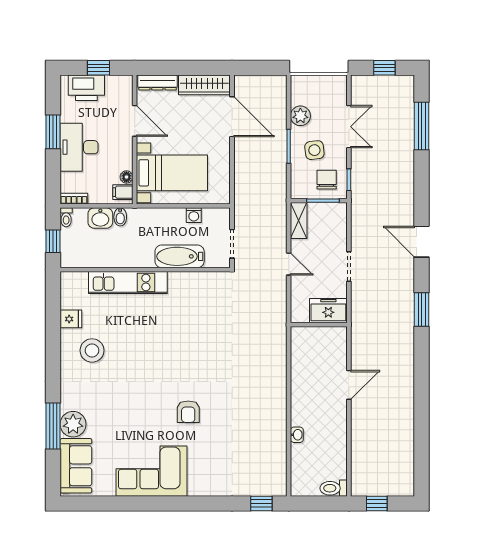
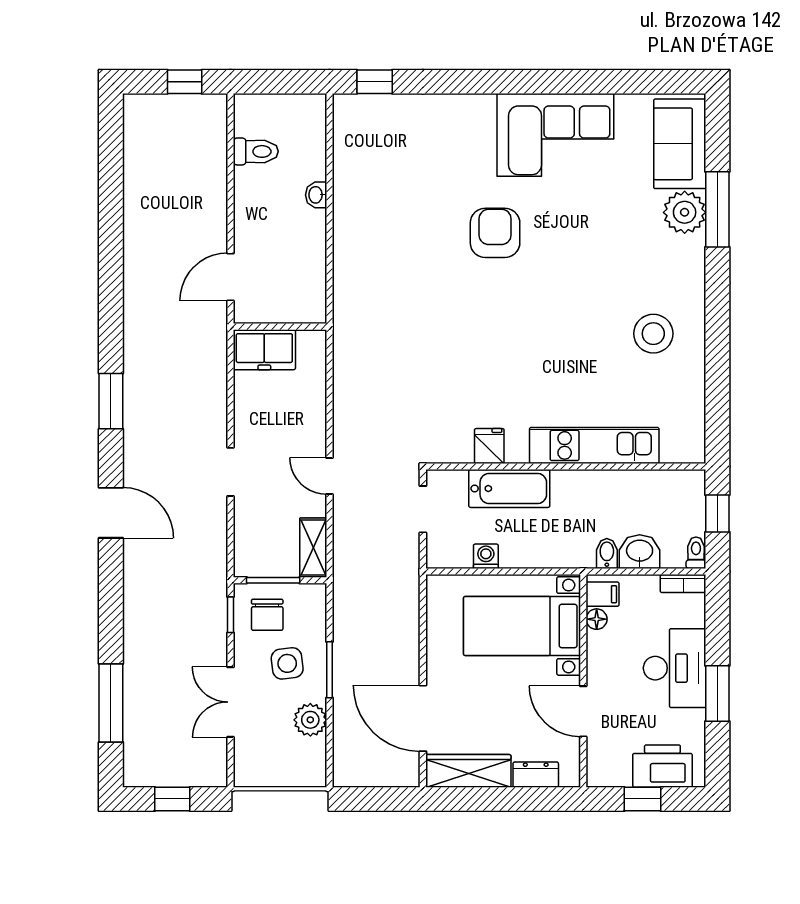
dresser: (157, 83) -> (536, 775), width x0.70
freezer: (328, 311) -> (264, 350), moved
fridge: (71, 319) -> (489, 446), moved, turned 90
wall: (319, 325) -> (280, 327), moved
armchair: (188, 412) -> (495, 233), width x1.38, depth x1.38
toilet: (334, 488) -> (256, 151), moved

